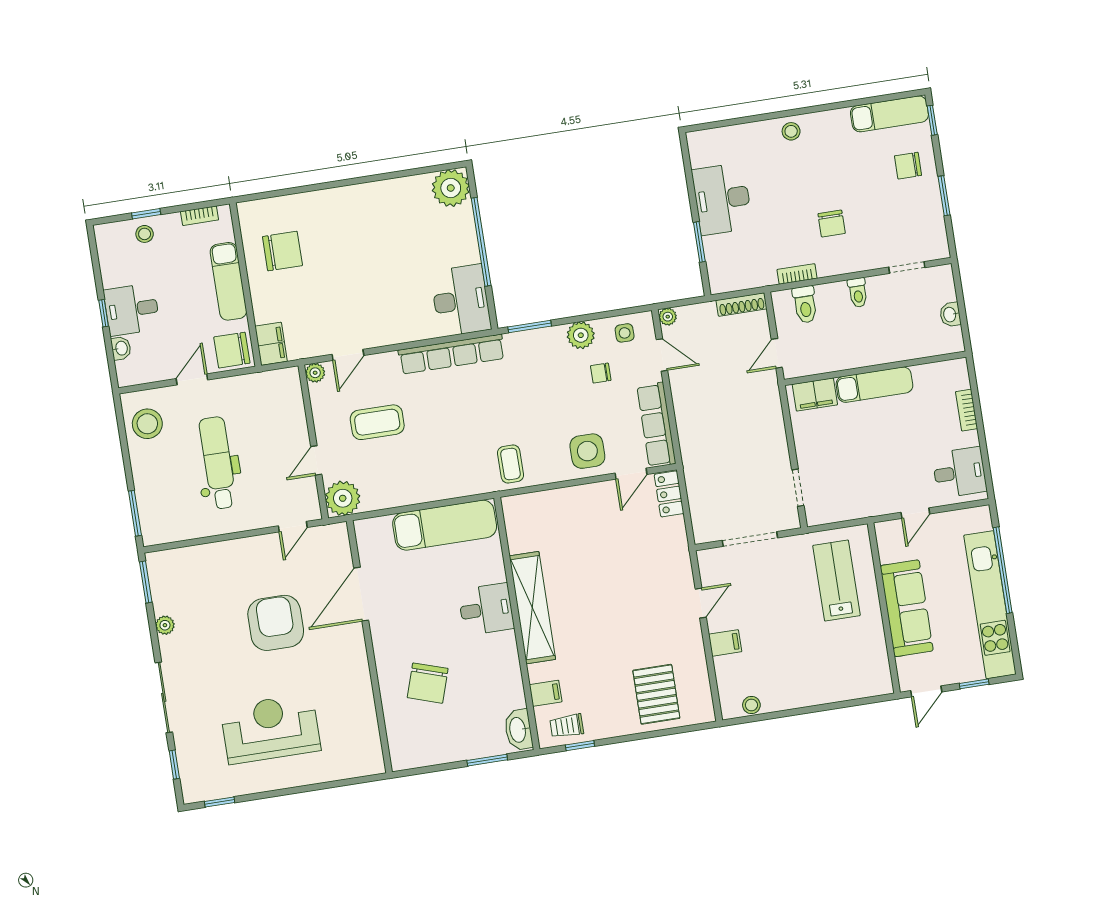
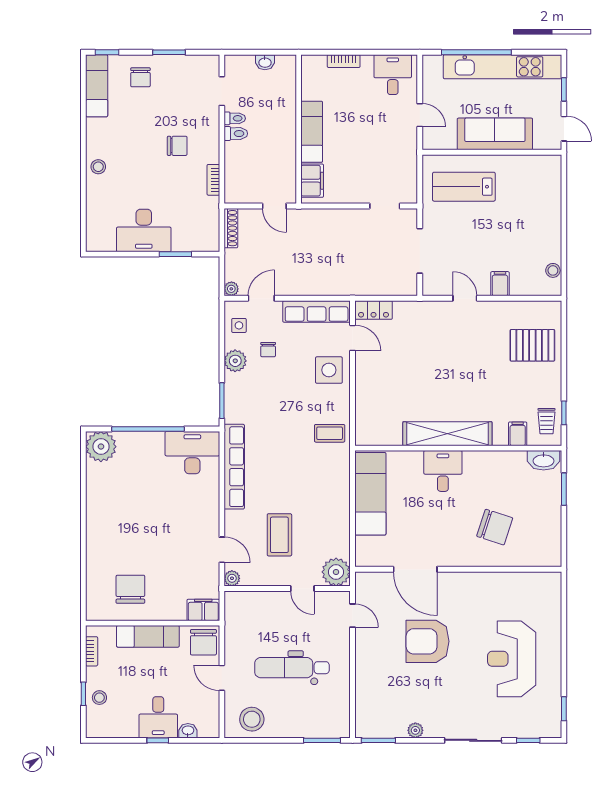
toilet: (805, 305) -> (235, 118), moved, width x0.73, depth x0.72

